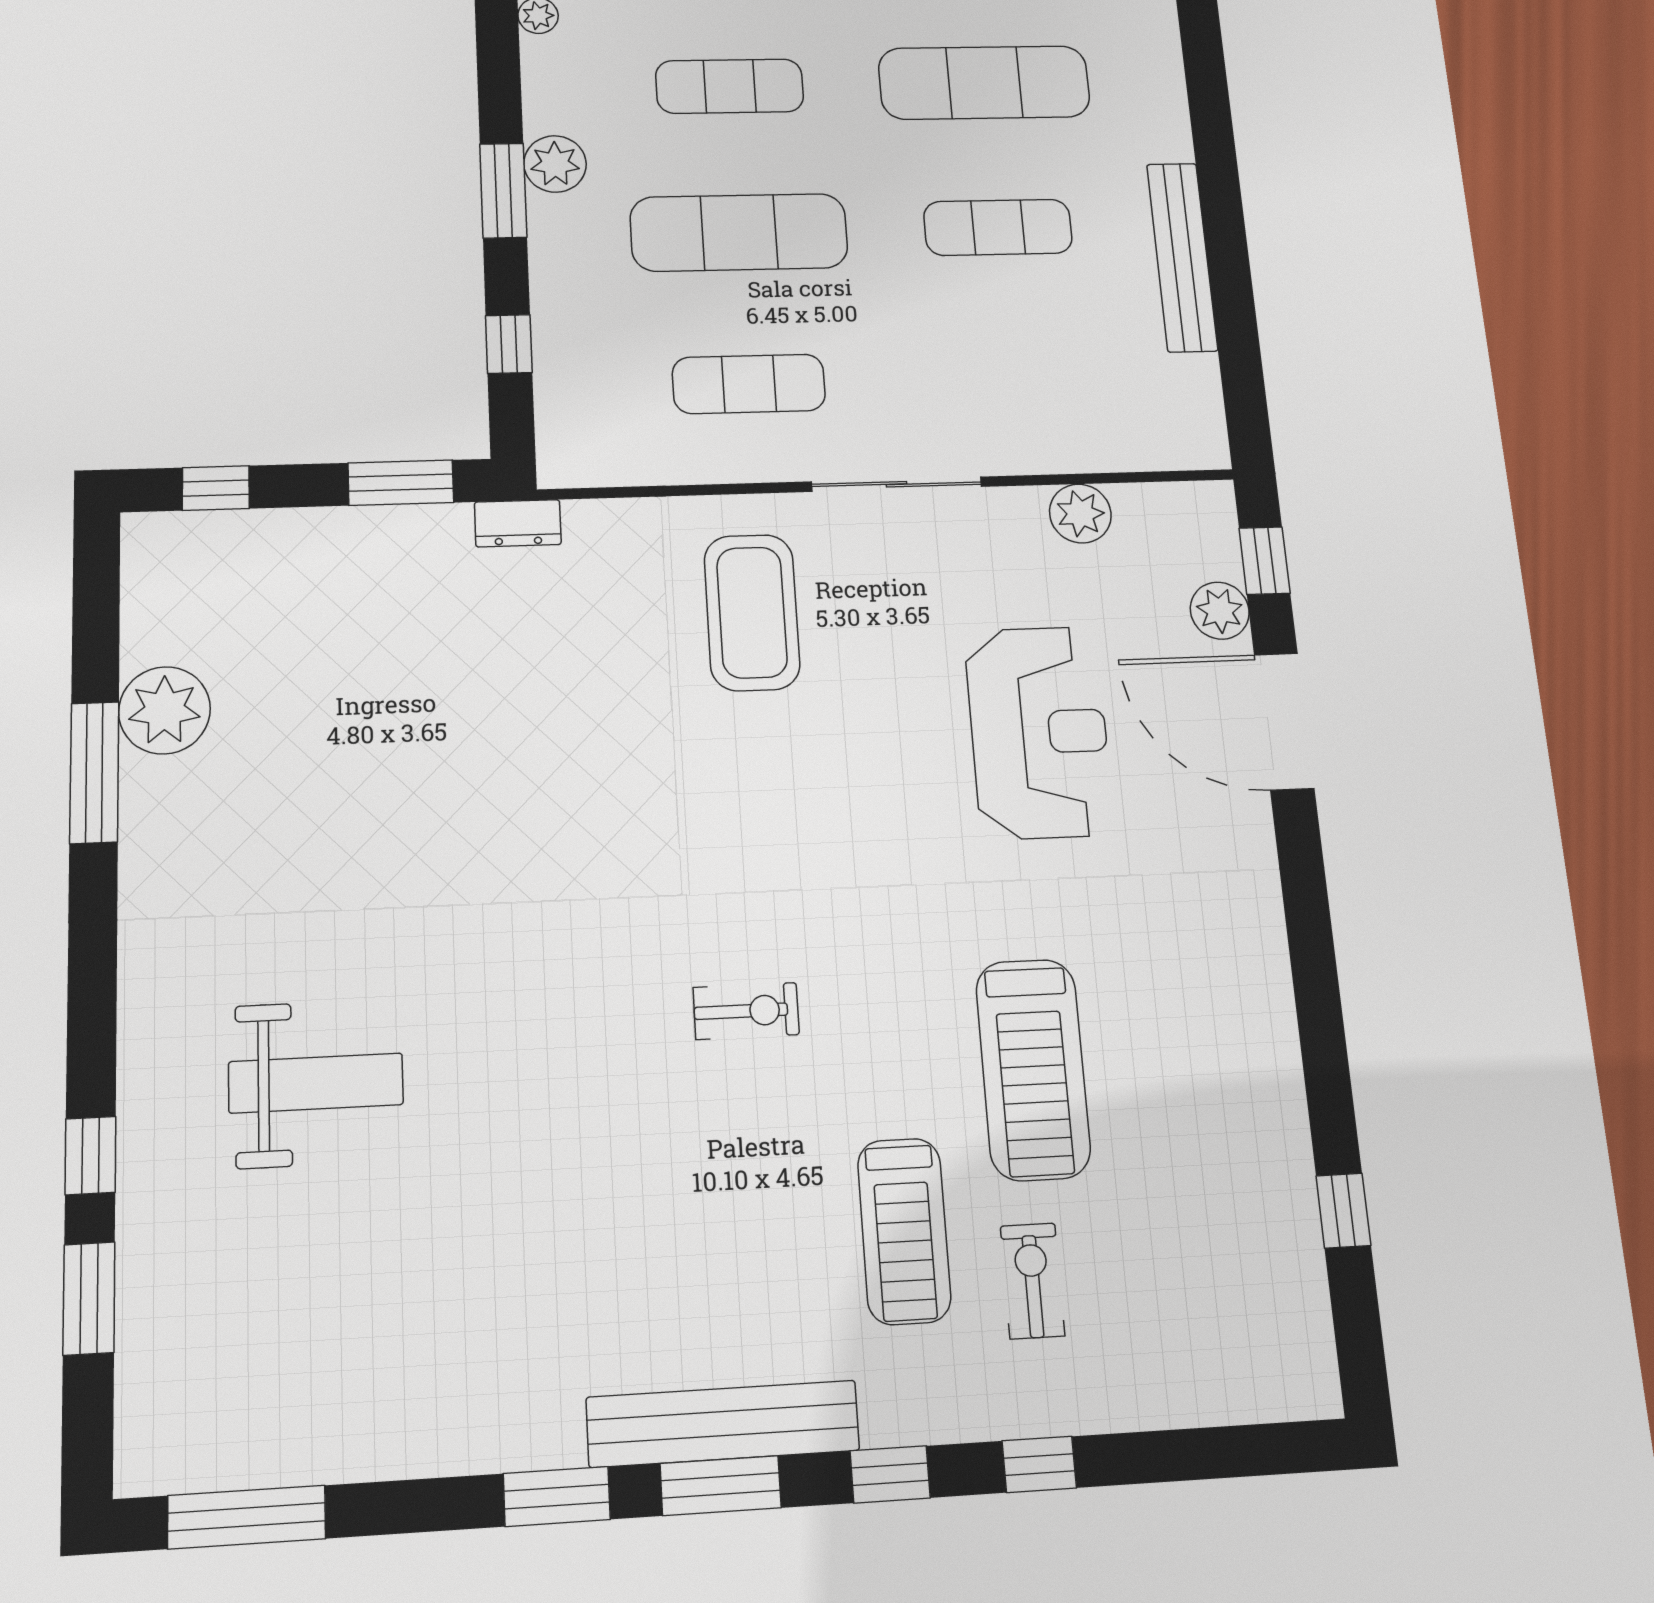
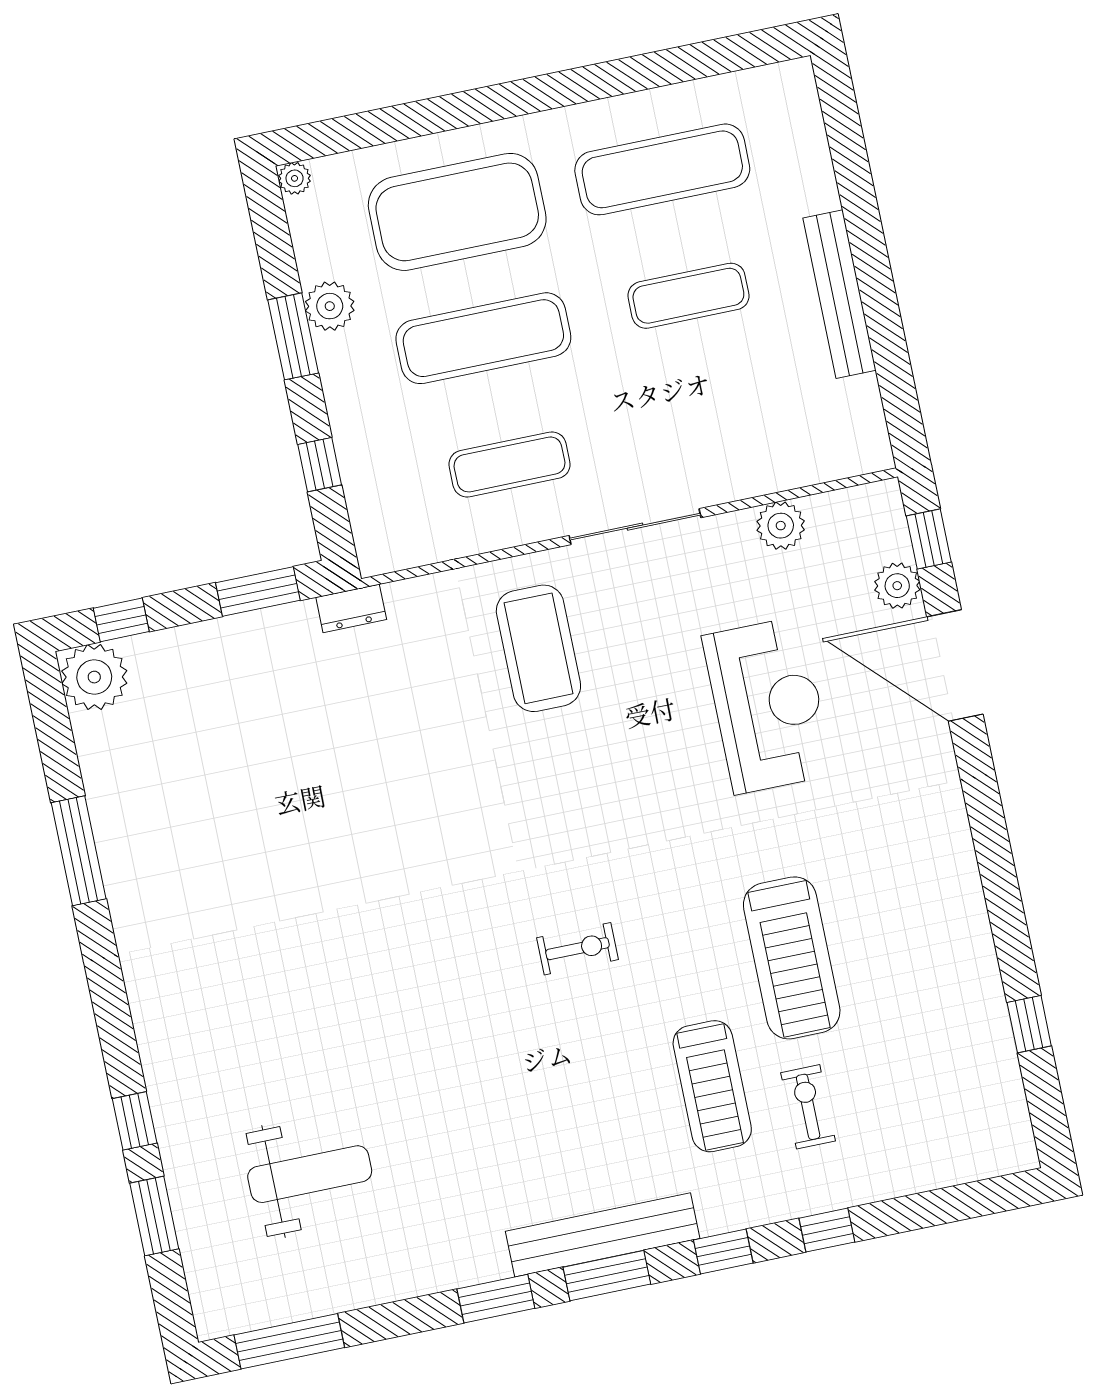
exercise mat: (730, 86) -> (457, 212), width x2.00, depth x1.45
plant: (165, 710) -> (94, 677), moved
weight bench: (316, 1083) -> (310, 1174), moved

